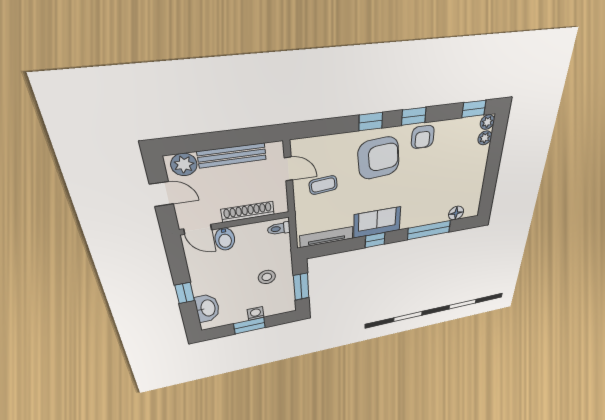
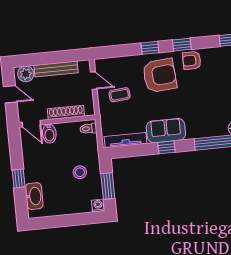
armchair: (423, 137) -> (192, 60), turned 90
washing machine: (256, 314) -> (98, 206), moved
window: (249, 326) -> (66, 220), removed

